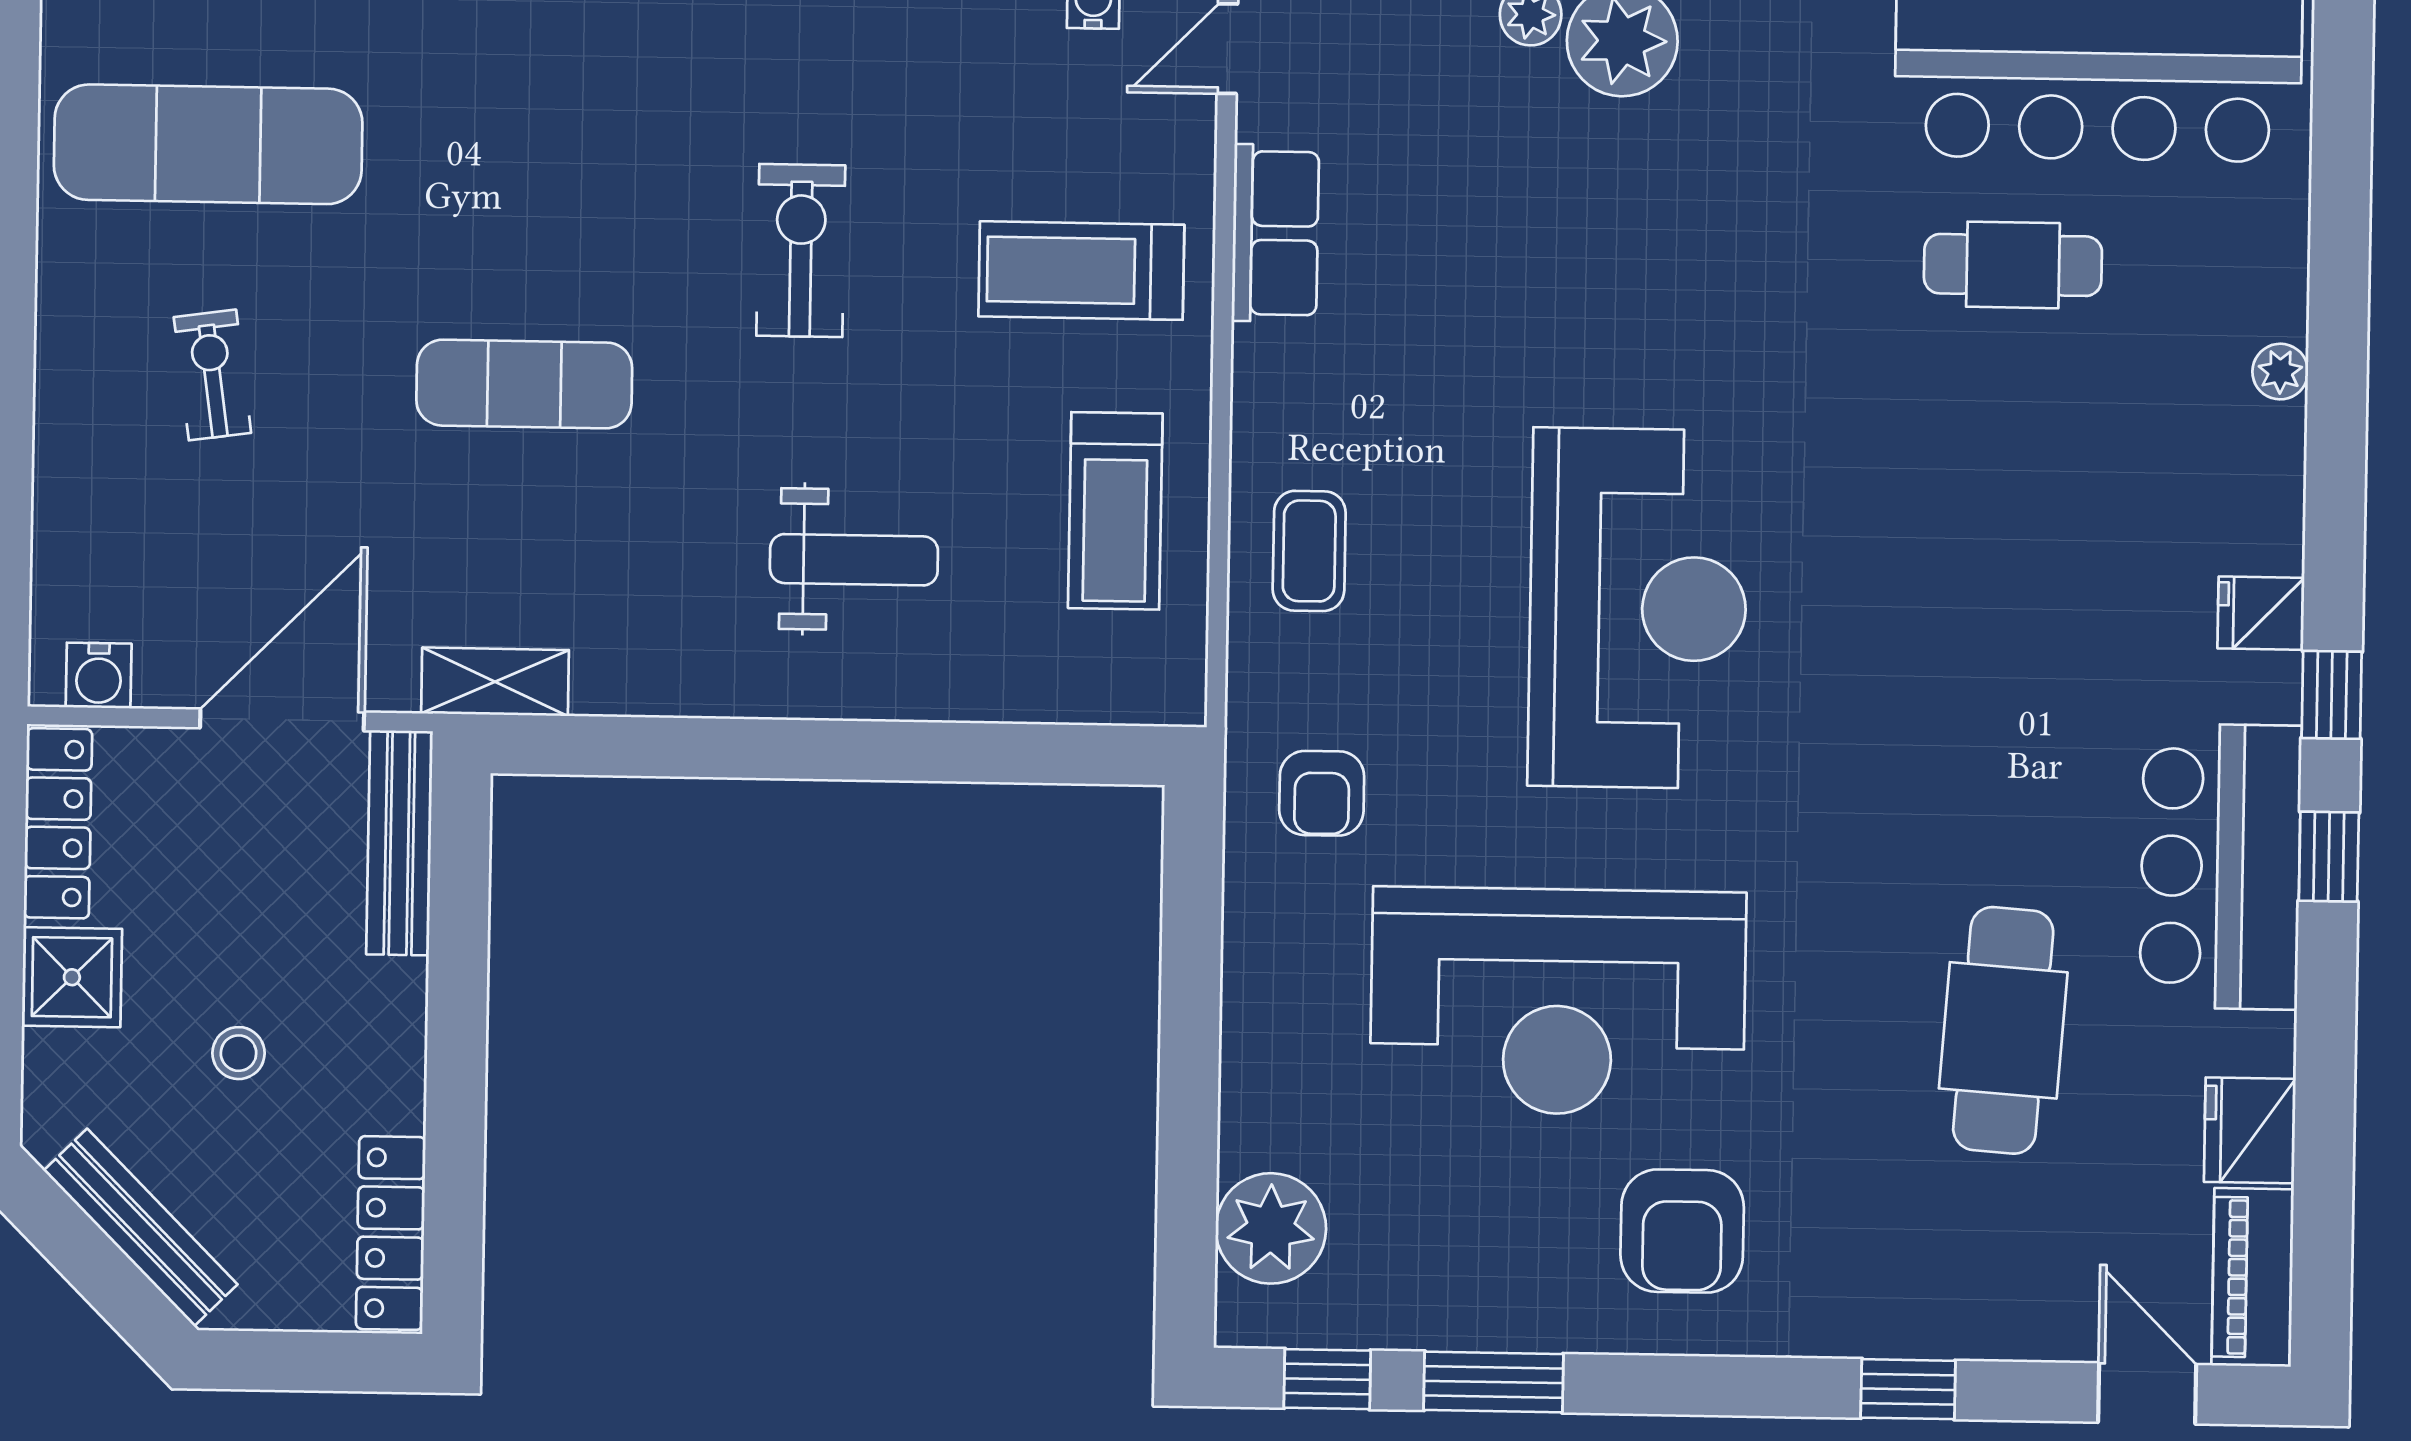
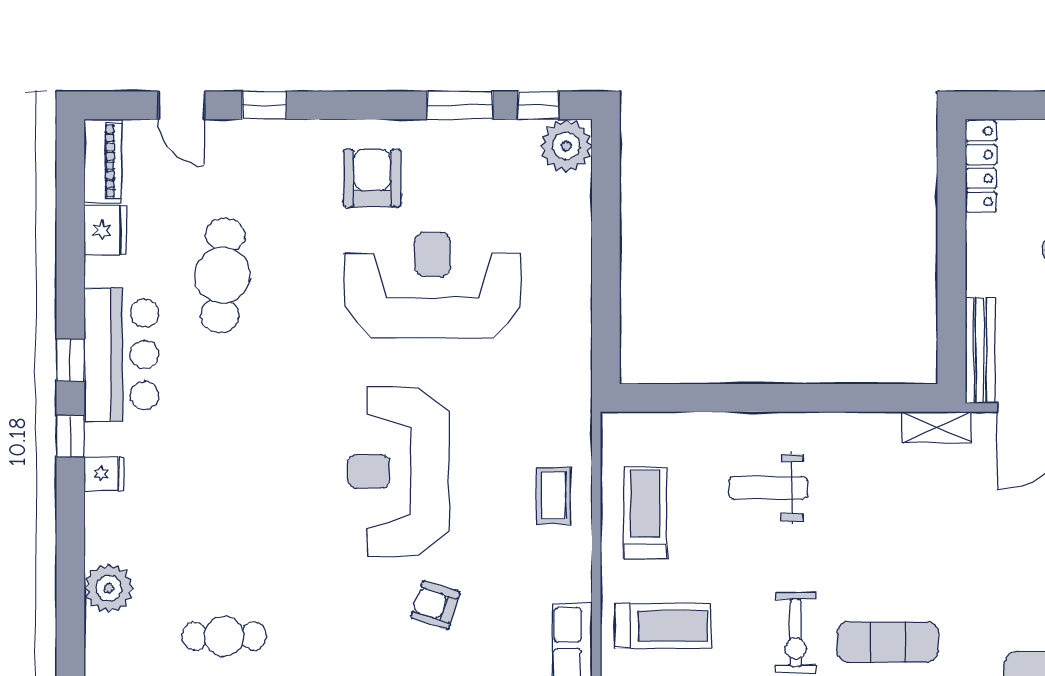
plant: (2280, 372) -> (109, 588), width x1.88, depth x1.88
exercise mat: (524, 384) -> (887, 642), moved
armchair: (1322, 793) -> (436, 605), moved, turned -72
plant: (1271, 1228) -> (566, 146), moved
door: (2147, 1393) -> (182, 105), moved

